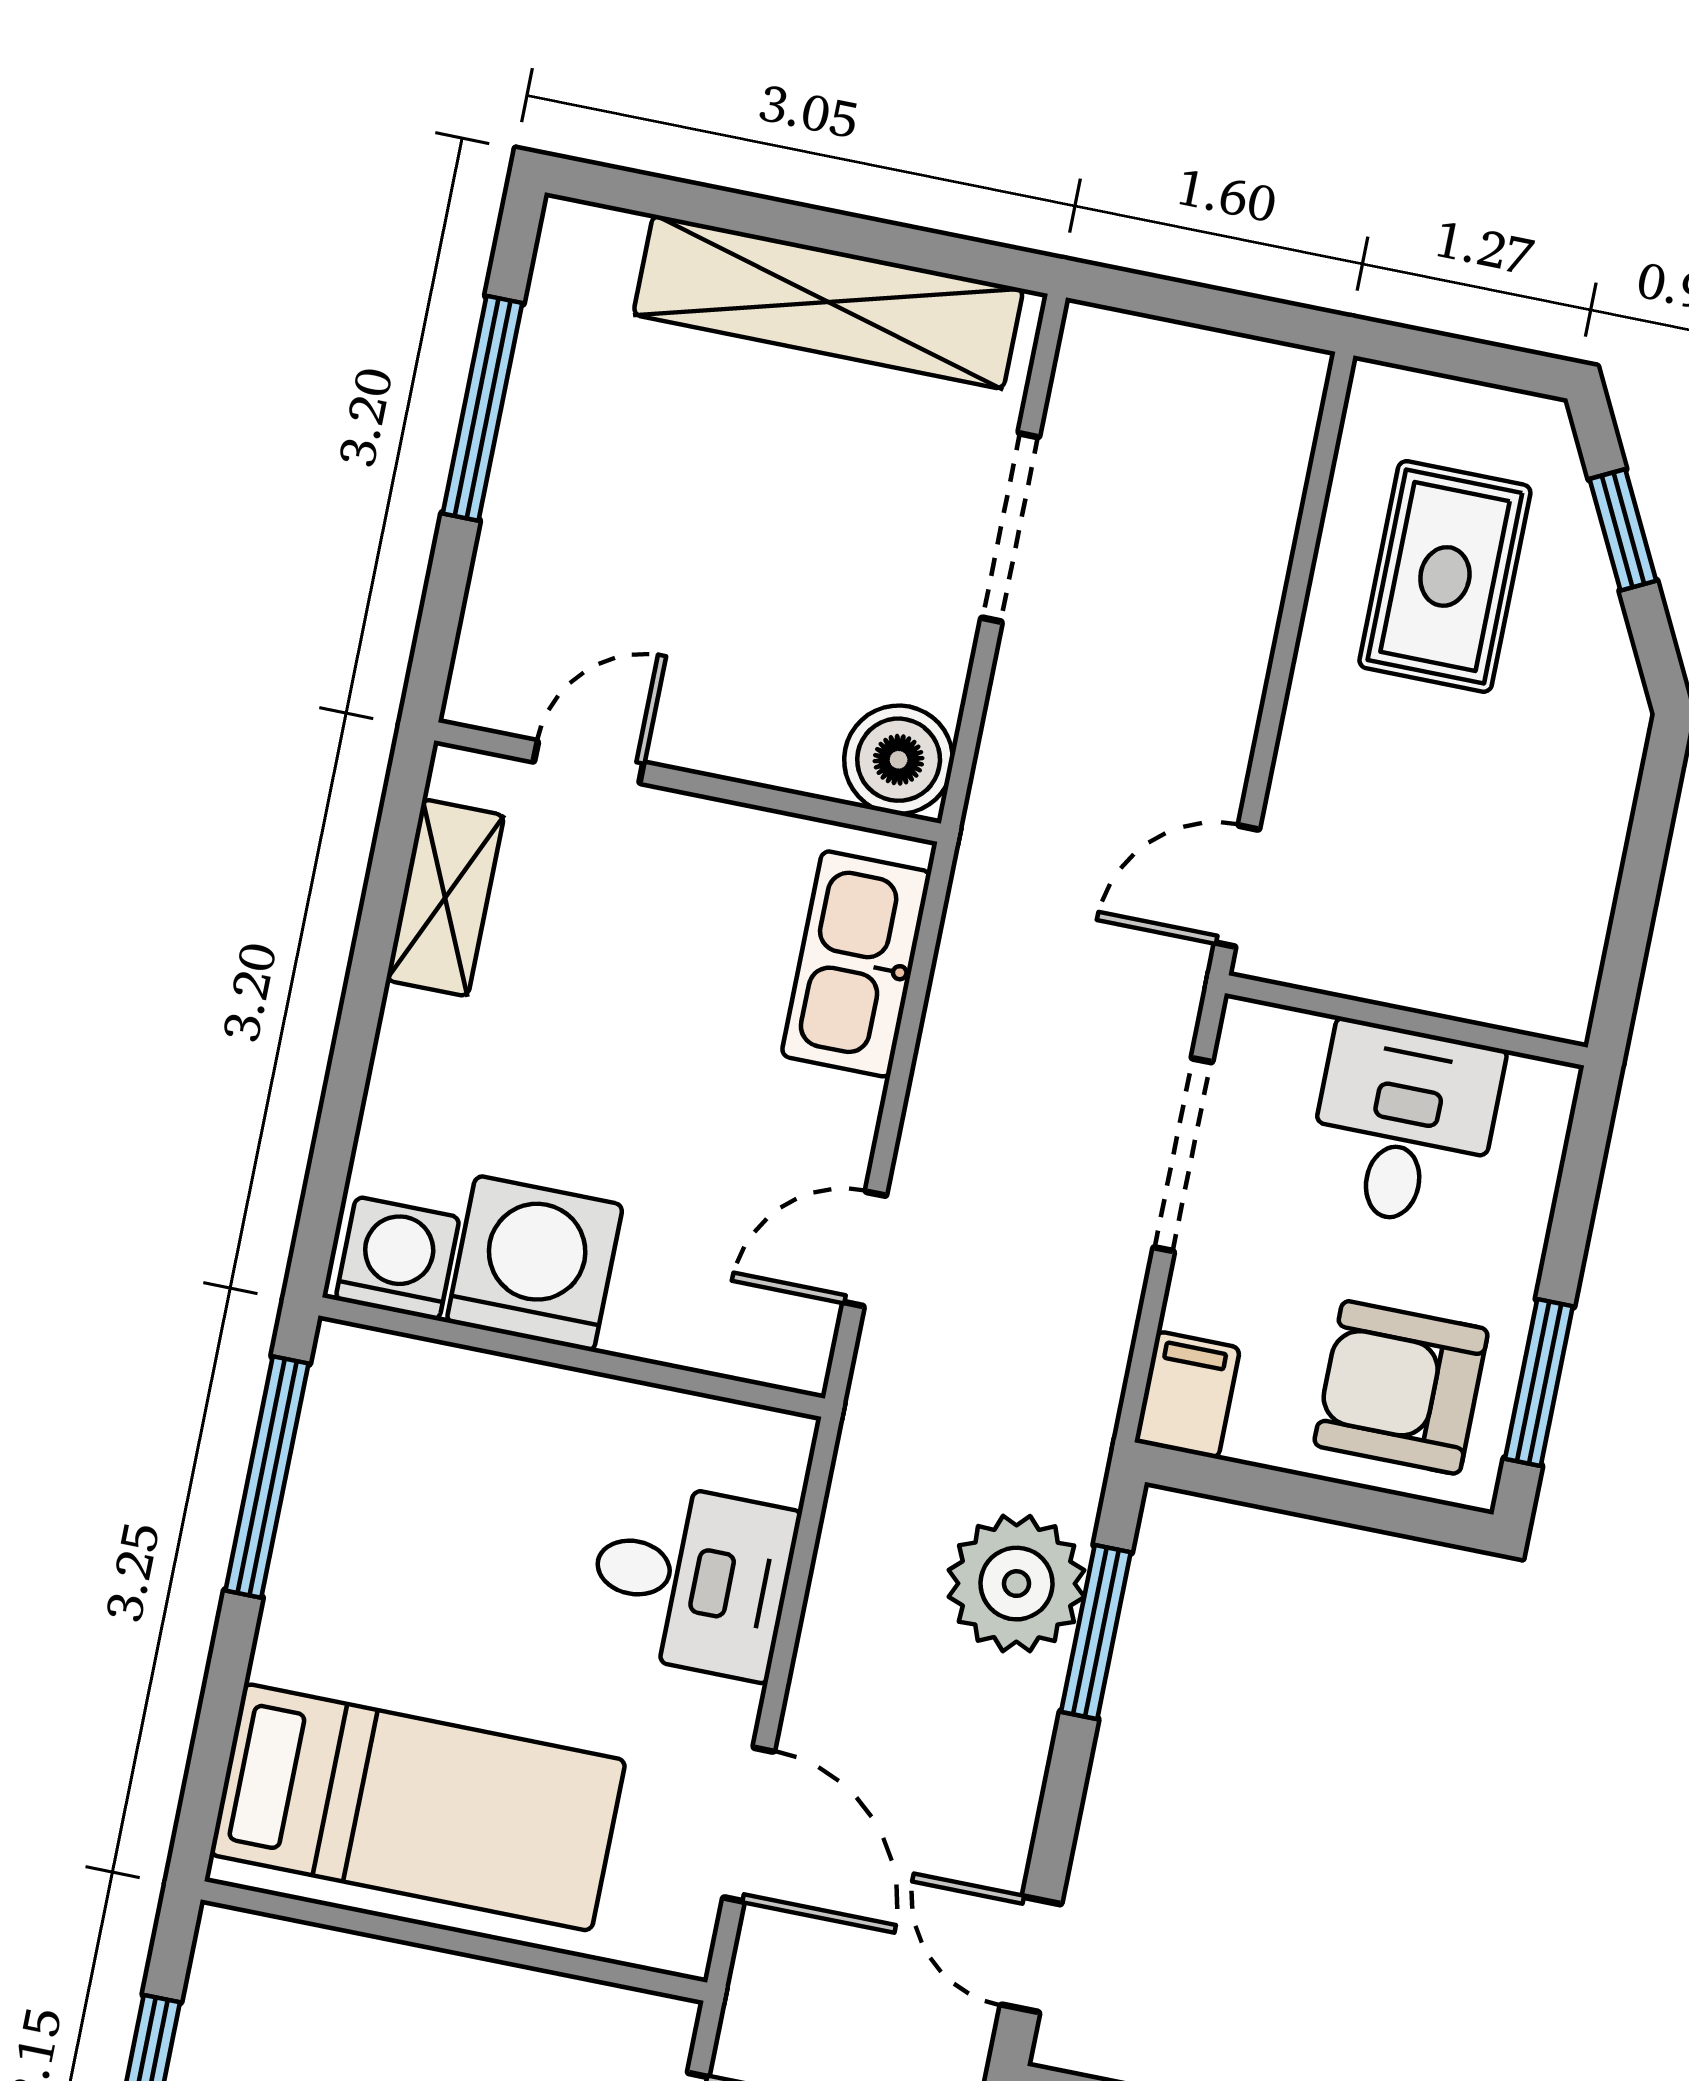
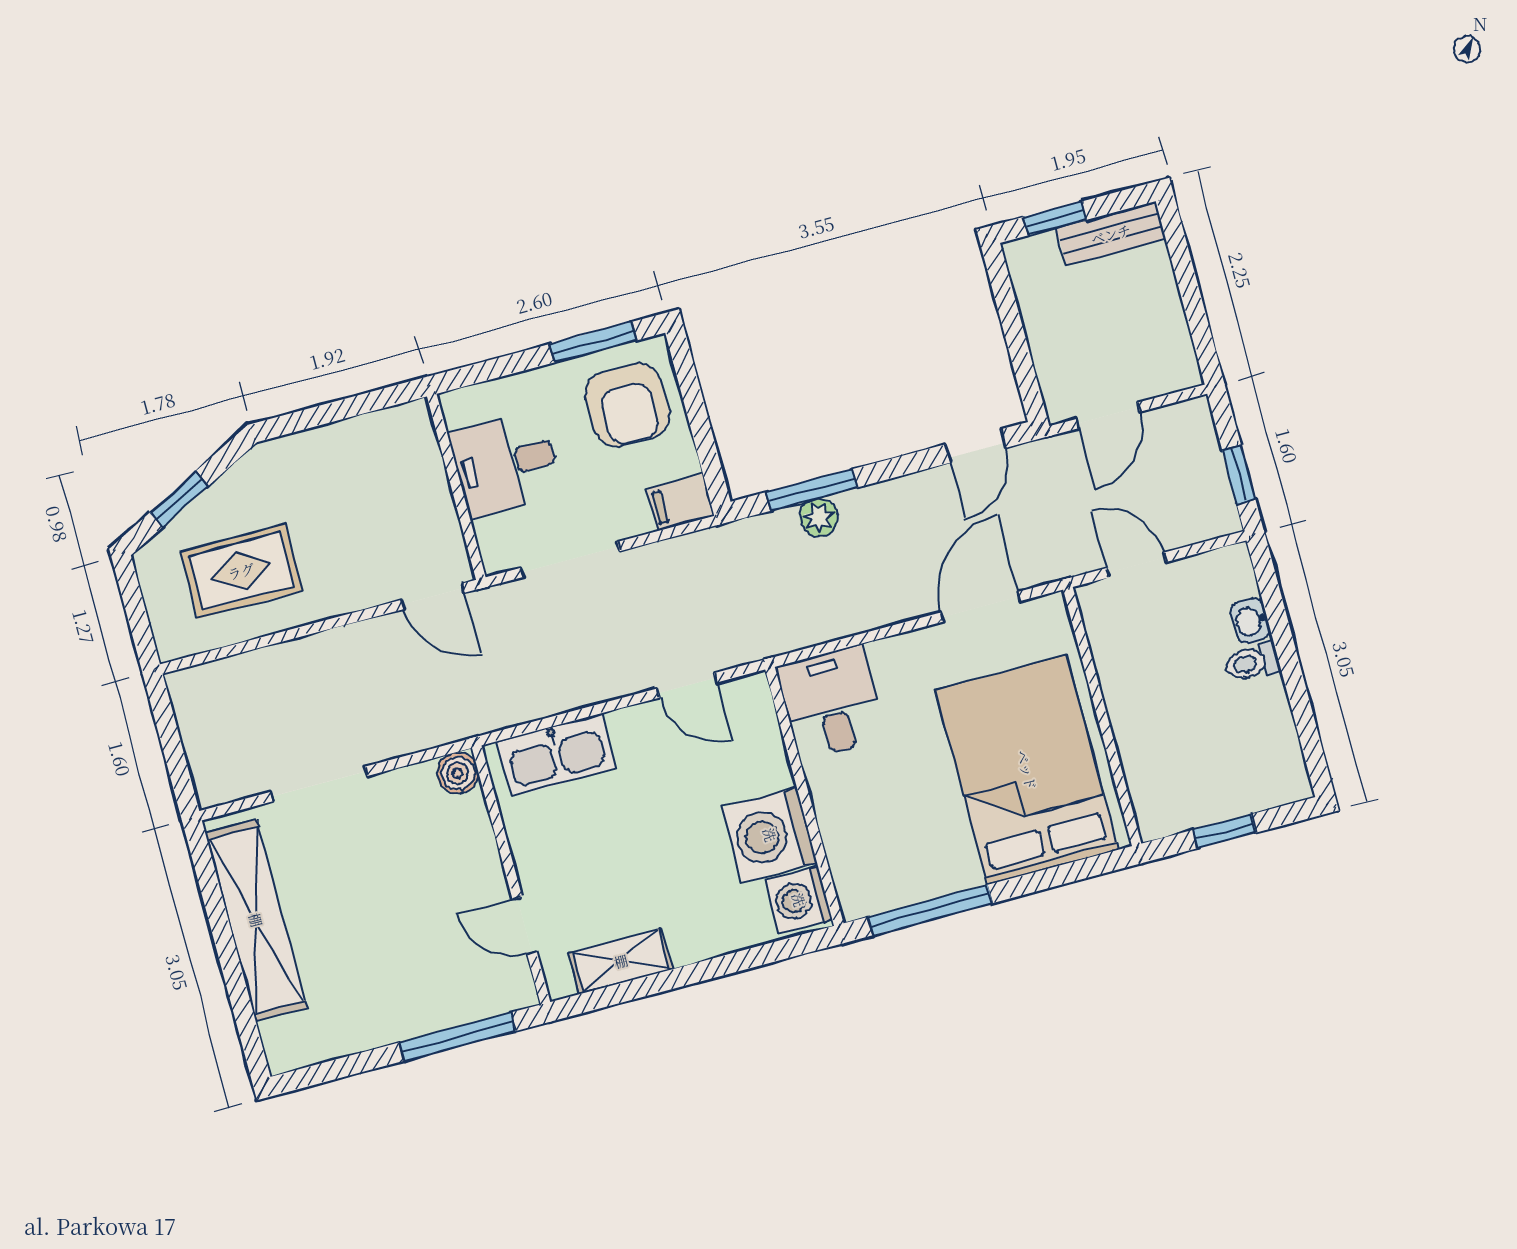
window: (483, 408) -> (457, 1037), moved
boiler: (899, 760) -> (458, 773), width x0.73, depth x0.73
desk: (692, 1579) -> (832, 703), moved
plant: (1016, 1584) -> (819, 518), width x0.53, depth x0.53
bed: (418, 1807) -> (1027, 770), width x1.50

